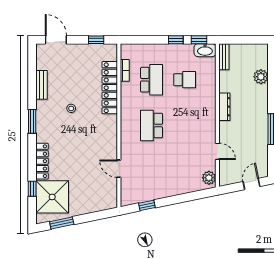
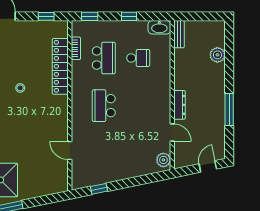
window: (199, 40) -> (90, 16), moved
dresser: (224, 107) -> (179, 105), moved

